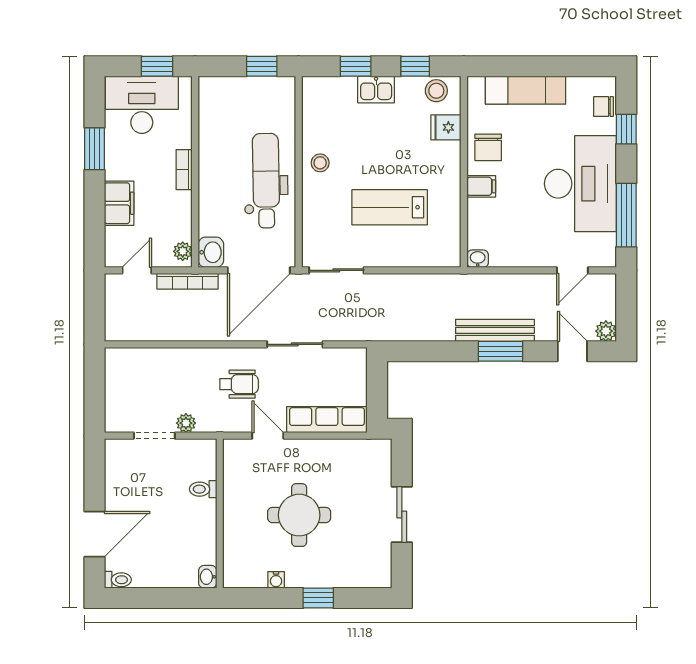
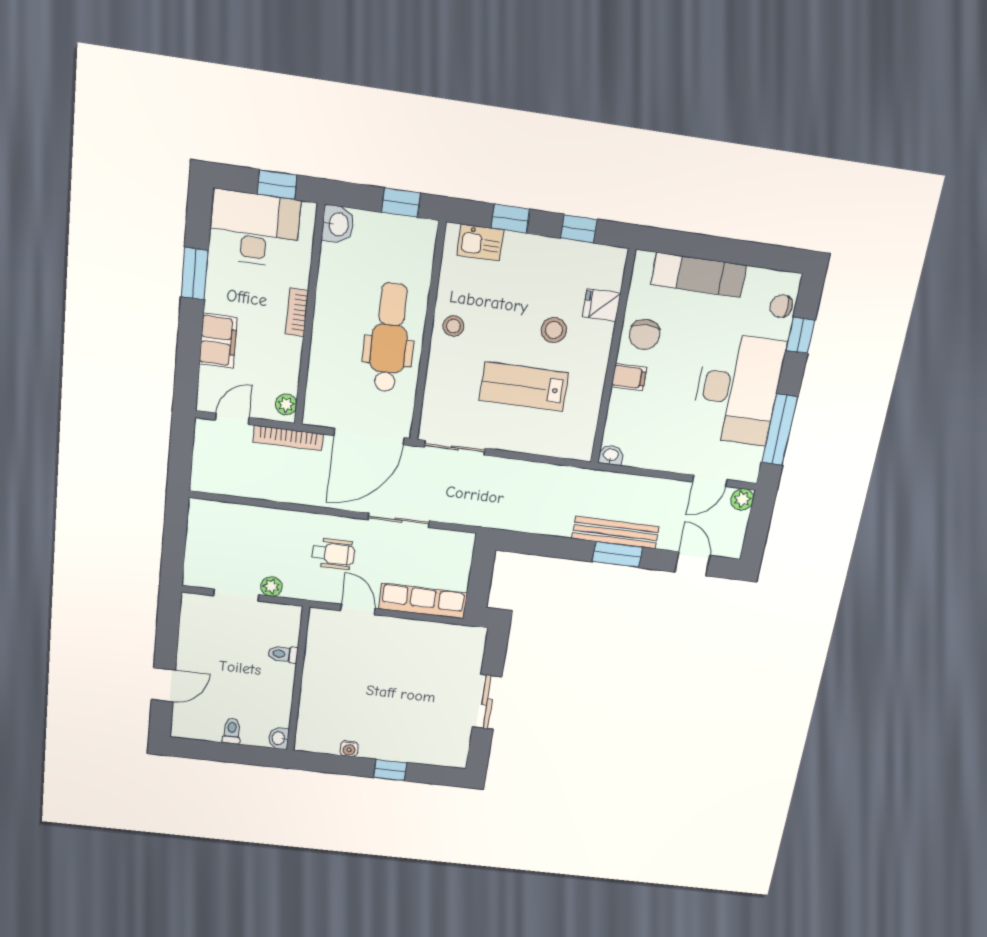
kitchen sink: (376, 89) -> (480, 243), moved
stool: (436, 91) -> (554, 330), moved
washbasin: (211, 252) -> (338, 224), moved
plant: (606, 331) -> (742, 499), moved
round table: (299, 515) -> (381, 691), removed
door: (94, 534) -> (163, 685), width x0.73
toilet: (118, 580) -> (232, 731), moved, turned -90

